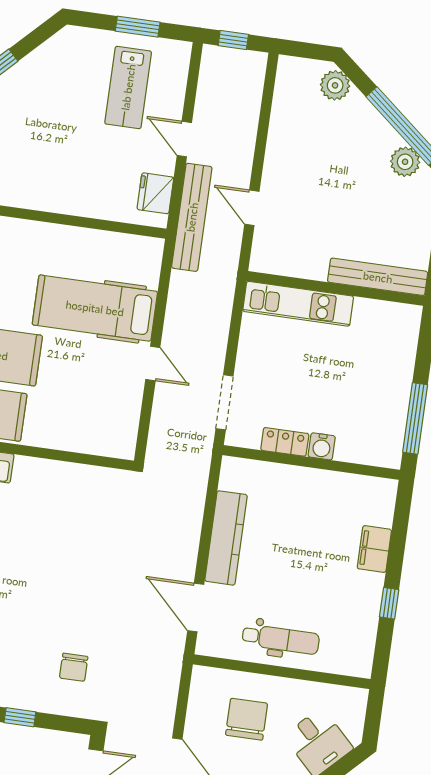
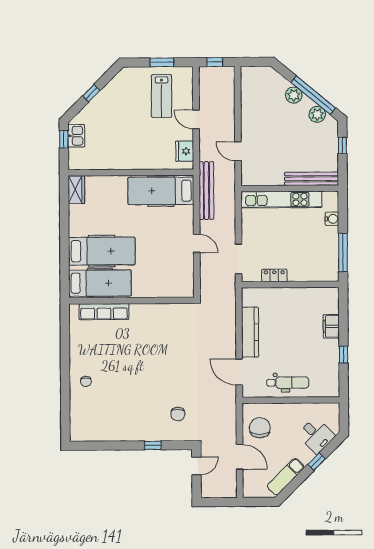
plant: (335, 85) -> (294, 95), moved
bench: (192, 217) -> (206, 191), moved
kitchen unit: (298, 304) -> (281, 200), width x1.36
hospital bed: (95, 308) -> (161, 191), moved
water cooler: (322, 446) -> (332, 219), moved, turned -90
chair: (247, 719) -> (260, 428), moved

